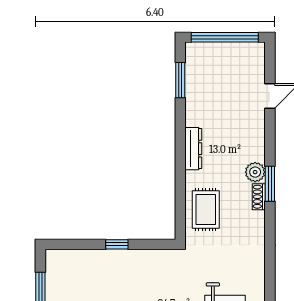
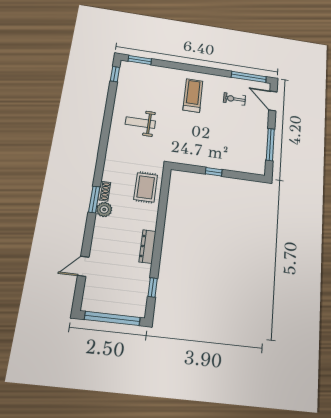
window: (180, 80) -> (153, 287), width x0.67
dresser: (193, 149) -> (148, 247), moved

